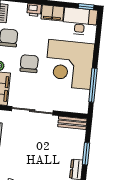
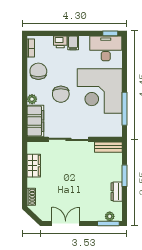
filing cabinet: (52, 13) -> (73, 43), width x0.50
chair: (29, 64) -> (61, 94), turned 180

